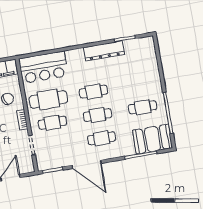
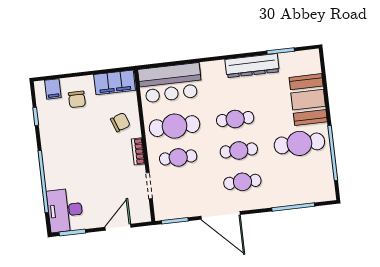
cafe table: (143, 107) -> (299, 143), width x1.37, depth x1.35
booth: (153, 139) -> (308, 100), moved, turned 90

